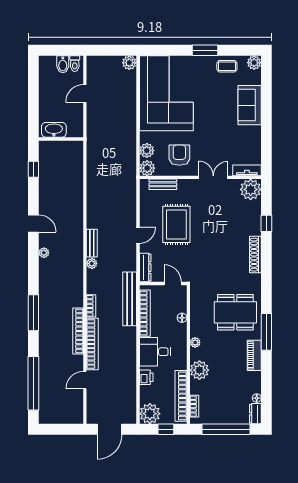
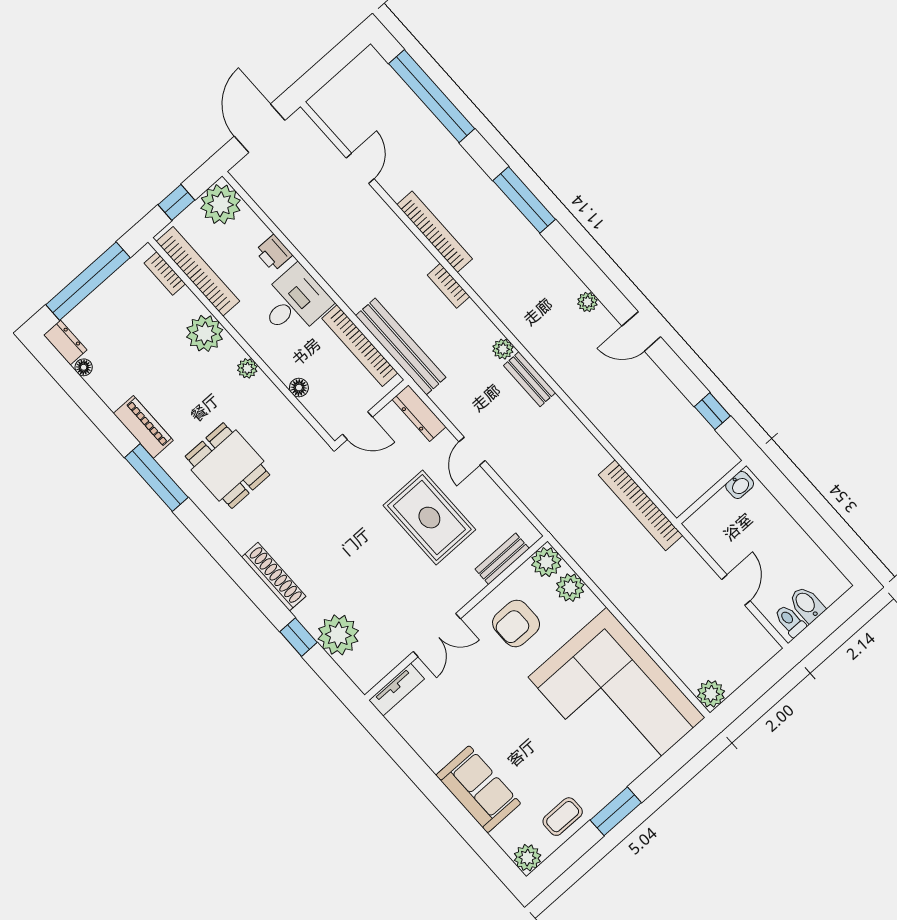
washbasin: (54, 130) -> (740, 485), width x0.52, depth x0.69
armchair: (179, 155) -> (516, 623), turned 90
plant: (251, 189) -> (338, 635), moved
dining table: (235, 312) -> (228, 466), width x0.73
bookcase: (92, 344) -> (641, 505), moved

